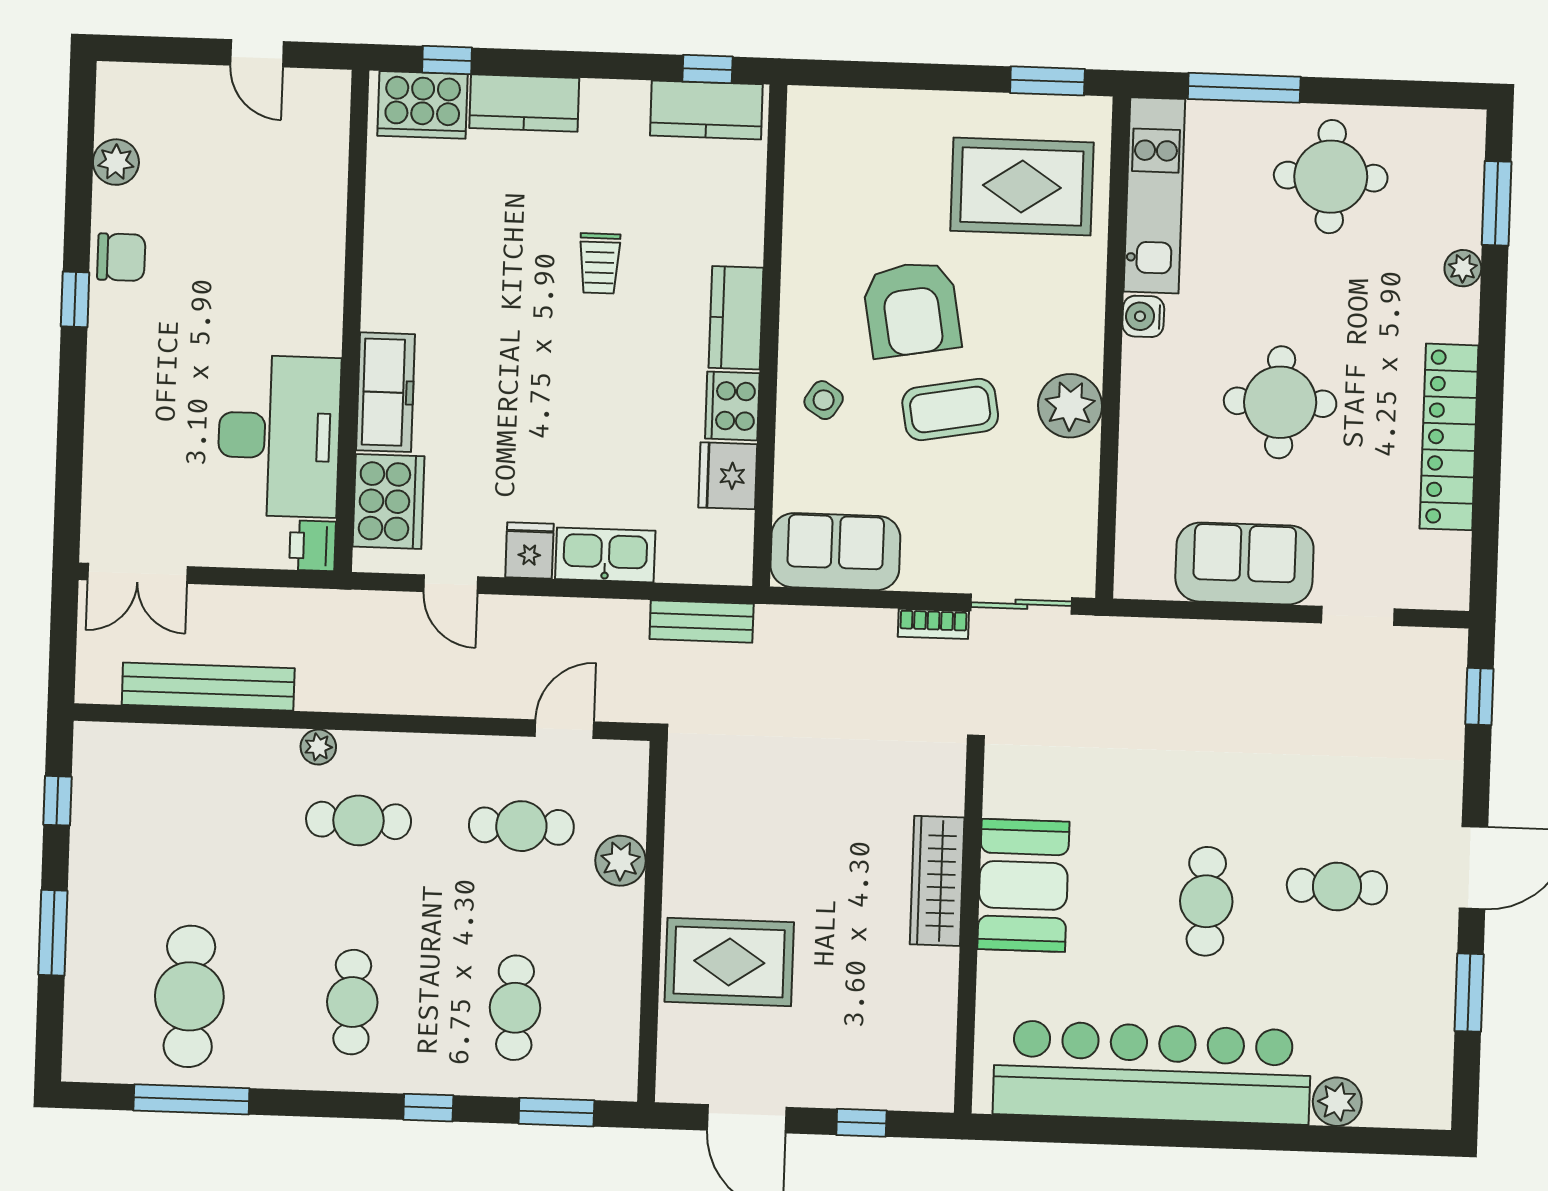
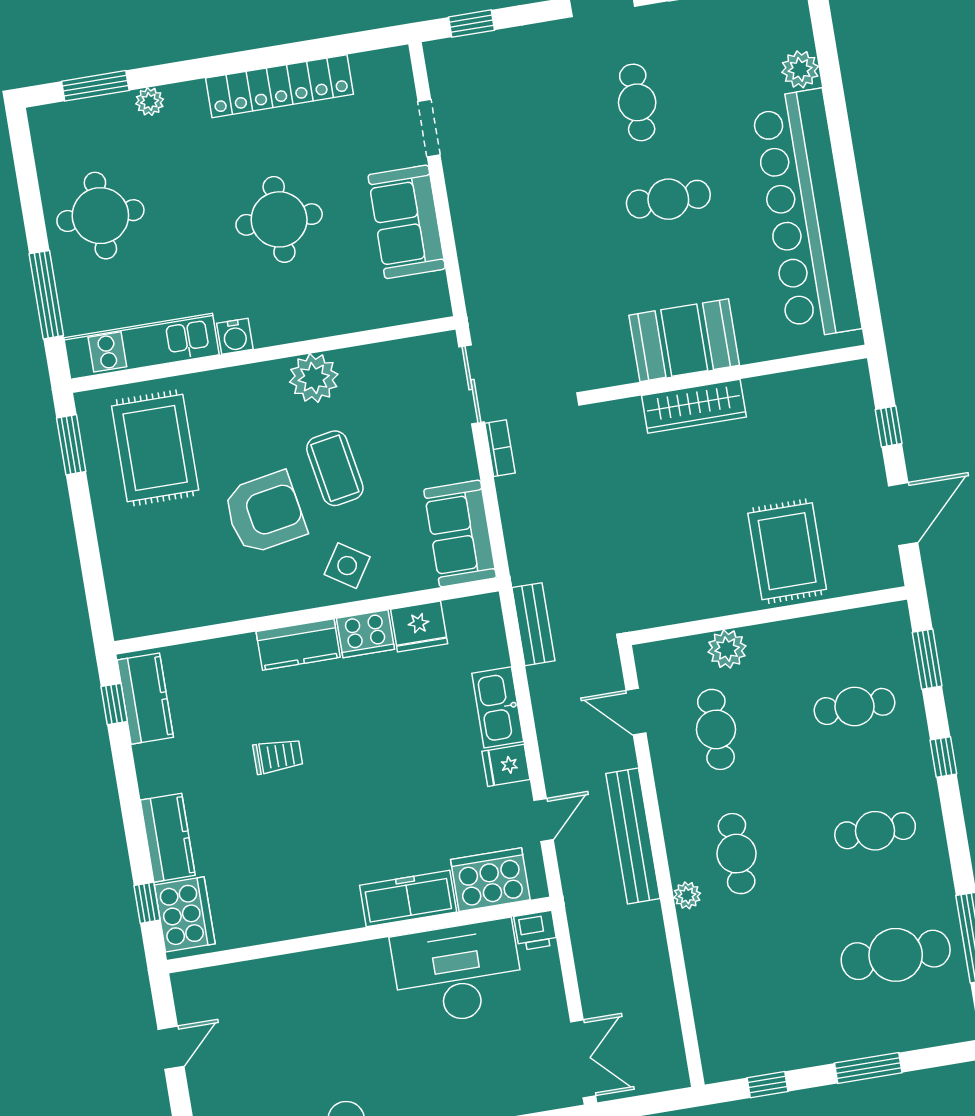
side table: (824, 400) -> (347, 566), width x1.37, depth x1.37
bench: (208, 687) -> (633, 836), moved

